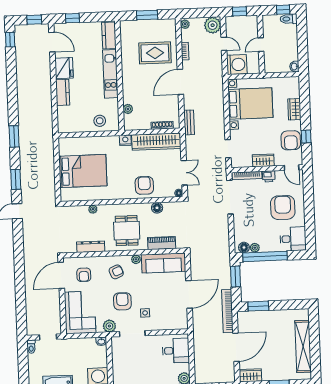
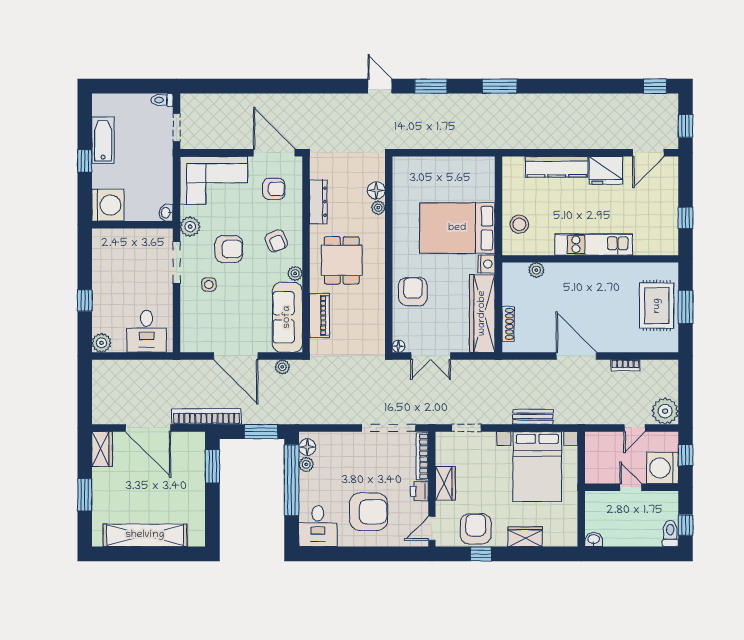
window: (72, 18) -> (686, 218), moved
plant: (185, 24) -> (282, 367), moved
kitchen counter: (109, 35) -> (655, 245), removed
rug: (155, 53) -> (657, 306), moved
washing machine: (237, 65) -> (663, 468), moved, turned 90
kitchen counter: (63, 92) -> (557, 167), width x1.50
bench: (189, 122) -> (533, 417), moved
armchair: (291, 140) -> (476, 529), turned 90
bed: (83, 171) -> (457, 228), moved, turned 90
armchair: (144, 185) -> (413, 291), turned -90
floor lamp: (157, 208) -> (376, 191), moved
dining table: (127, 231) -> (342, 260), turned 90
armchair: (84, 275) -> (274, 189), turned 180

